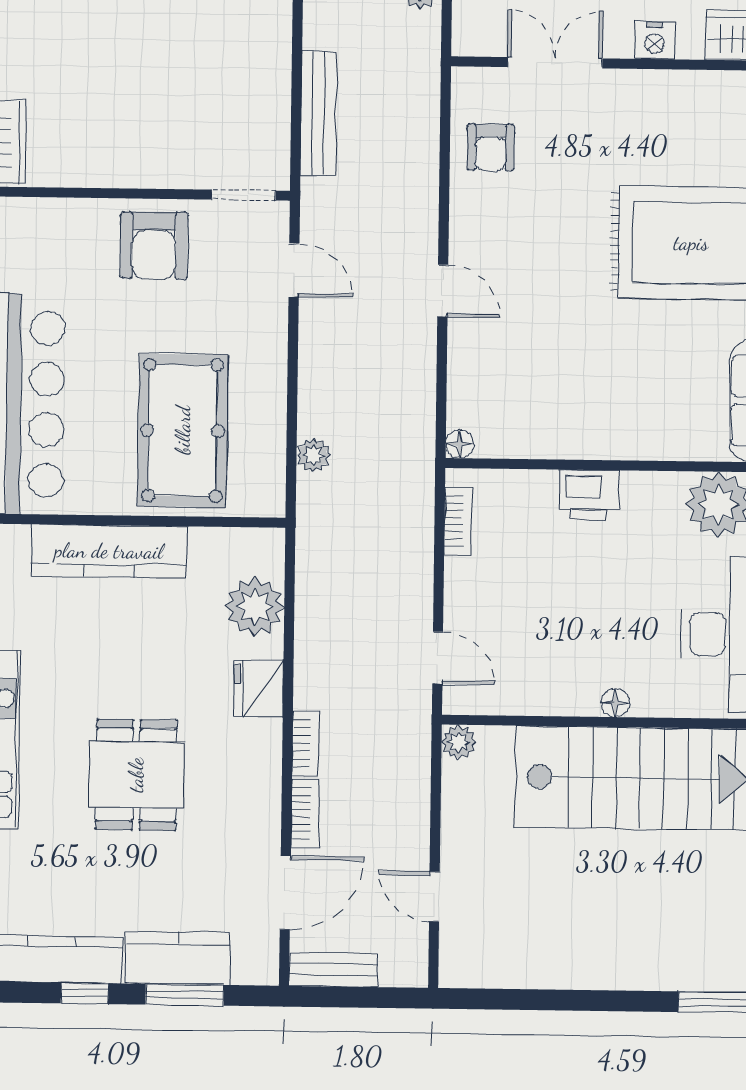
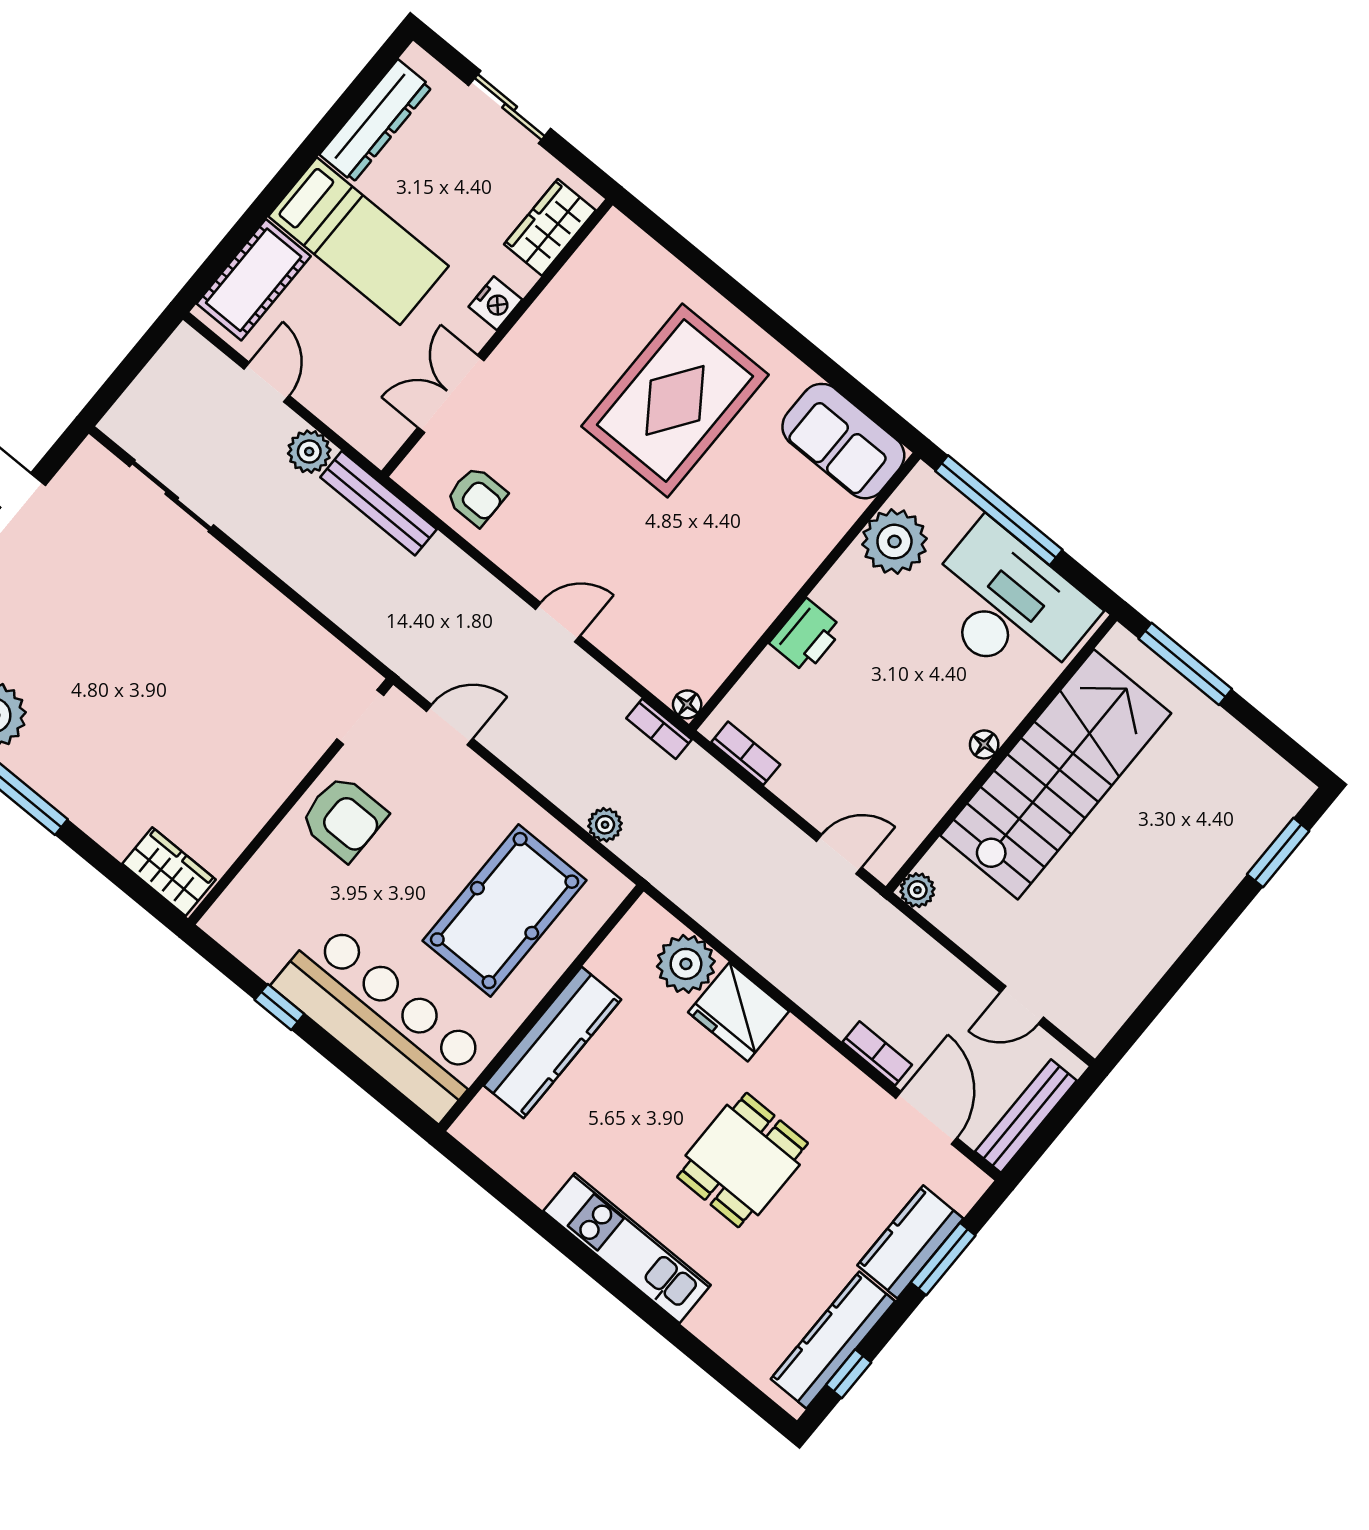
bench: (318, 113) -> (378, 503), moved
pool table: (183, 430) -> (505, 911), turned 90
fridge: (259, 689) -> (739, 1012), width x1.36, depth x1.34
bookcase: (305, 744) -> (659, 729), moved, turned 180
dining table: (136, 775) -> (743, 1160), turned 90
bench: (333, 970) -> (1026, 1116), width x1.36
window: (85, 993) -> (849, 1374), moved

